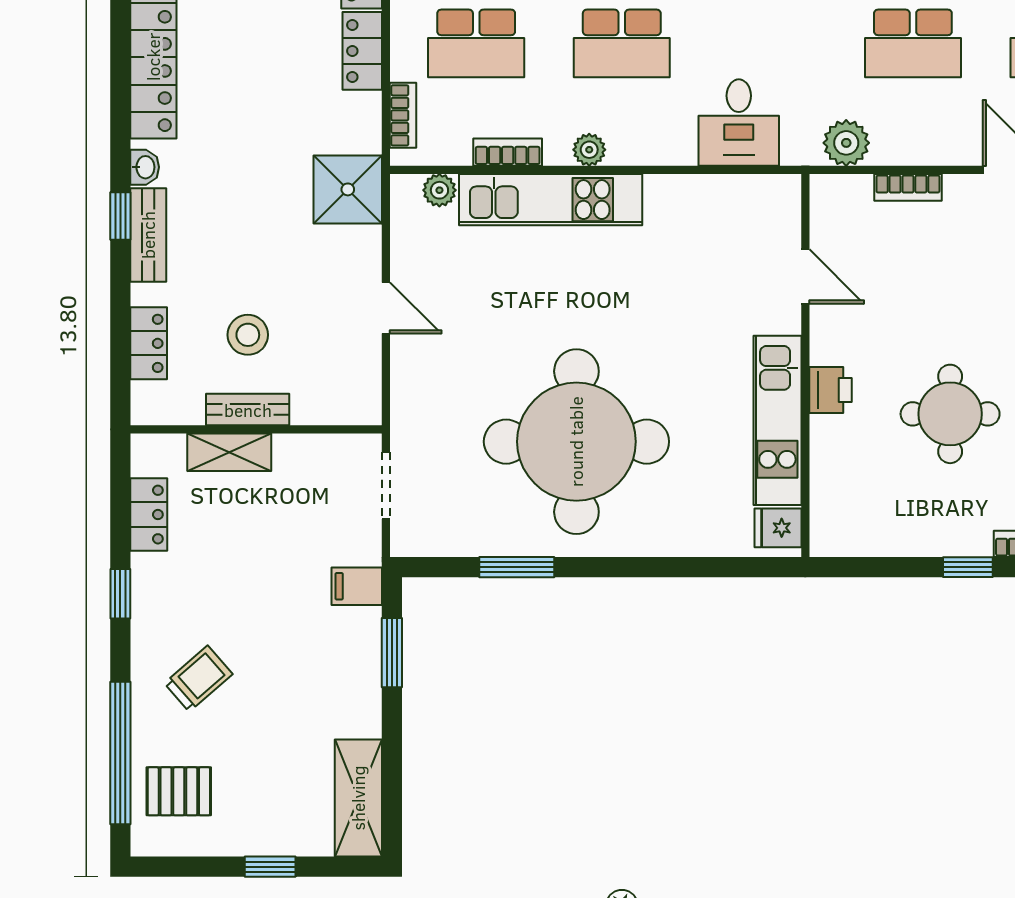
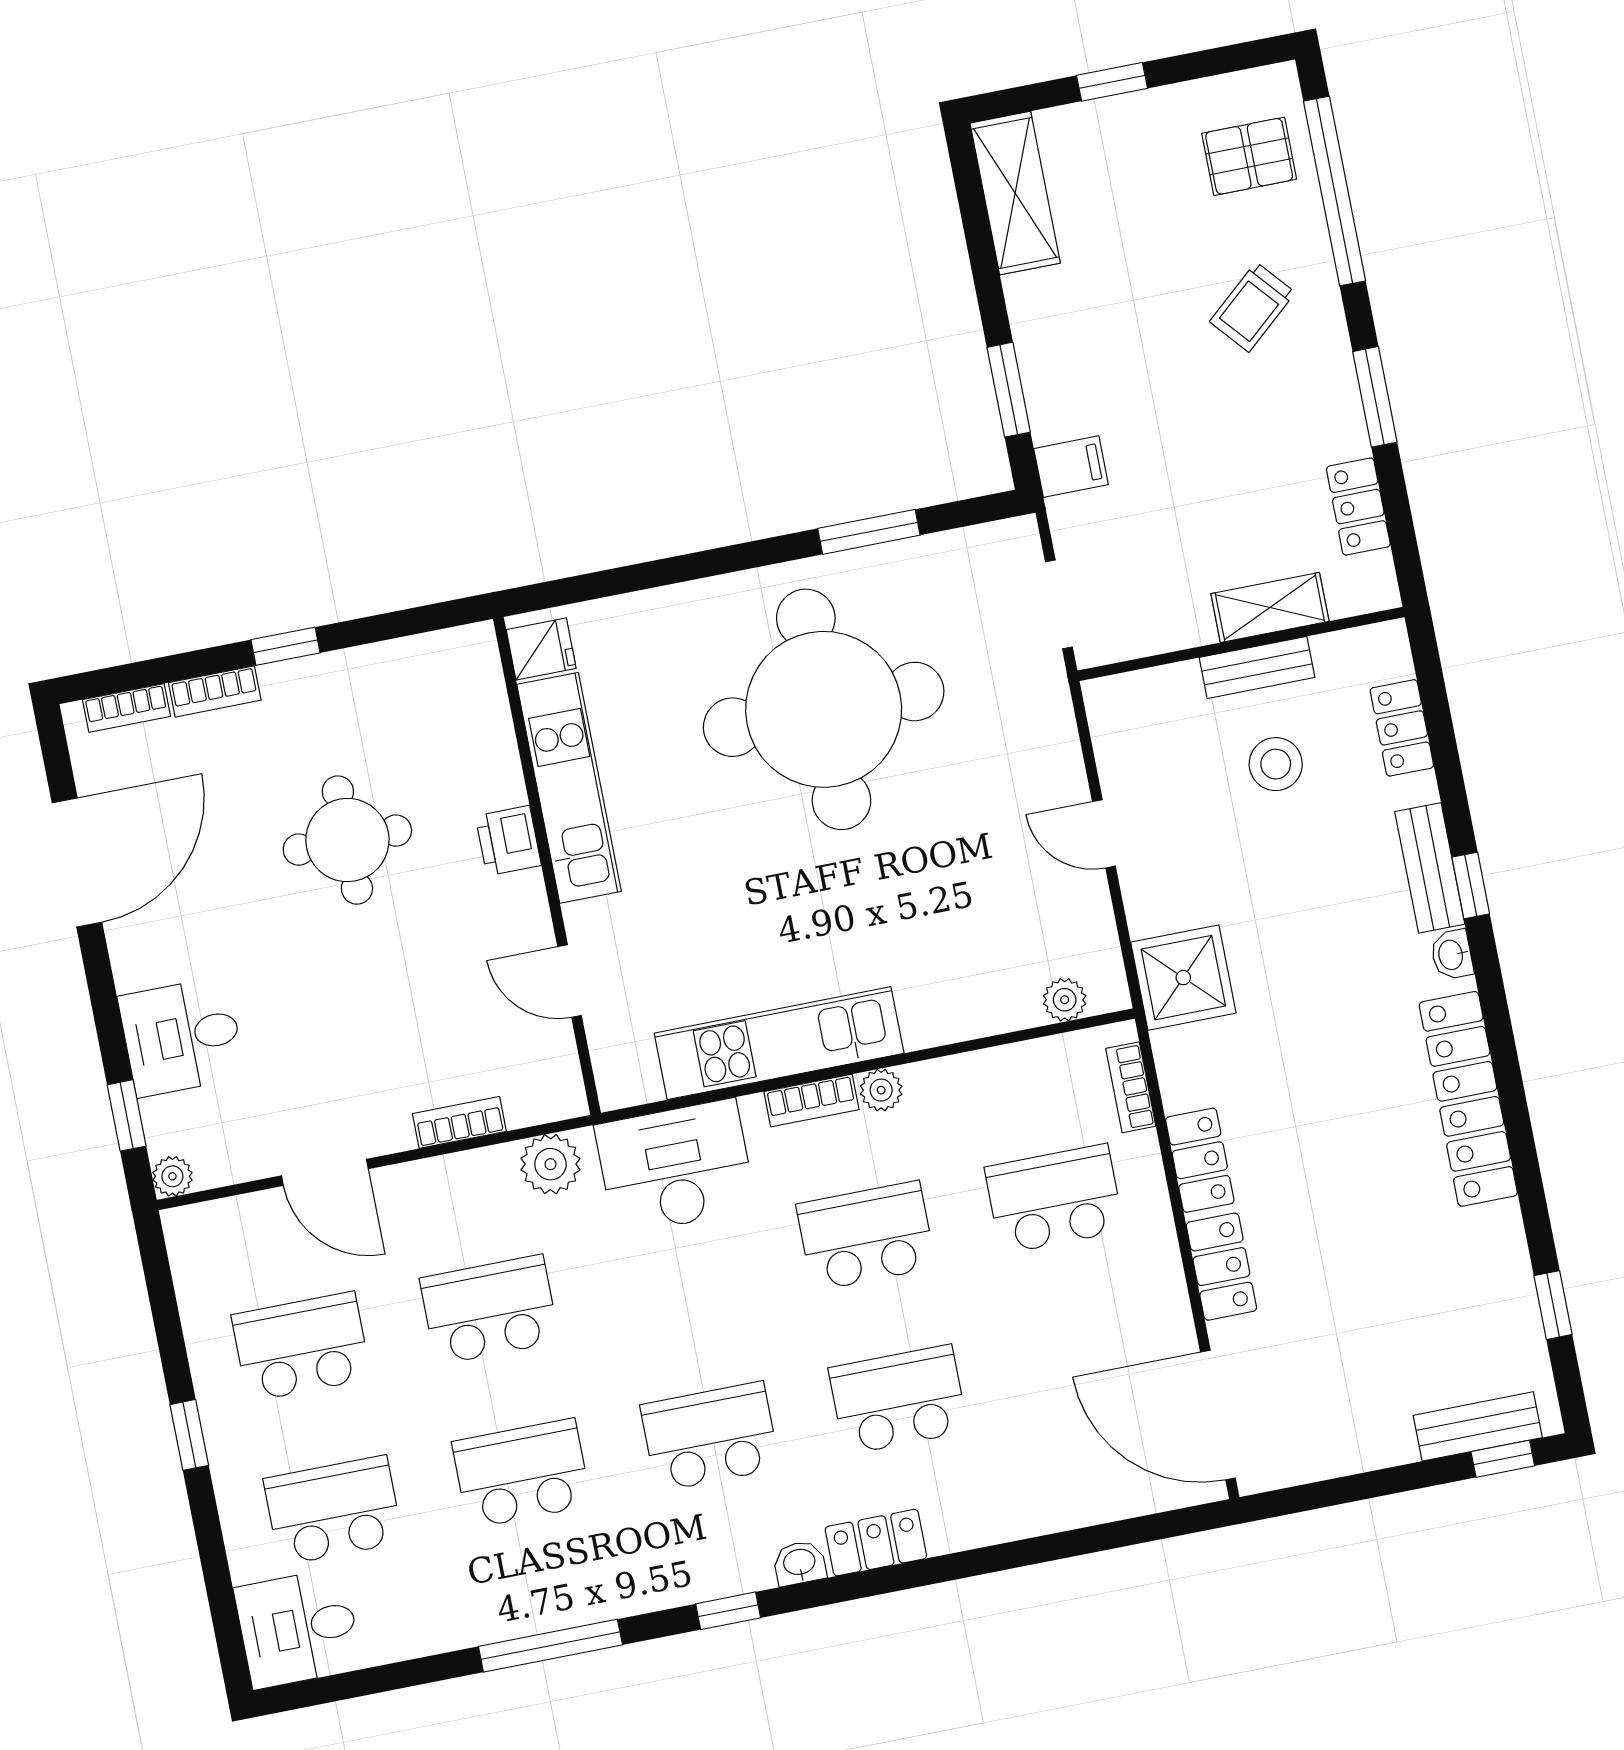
desk: (739, 123) -> (675, 1167), width x1.37
bookcase: (508, 152) -> (811, 1101), moved
kitchen unit: (551, 200) -> (779, 1043), moved
window: (120, 594) -> (1375, 397), width x1.50

